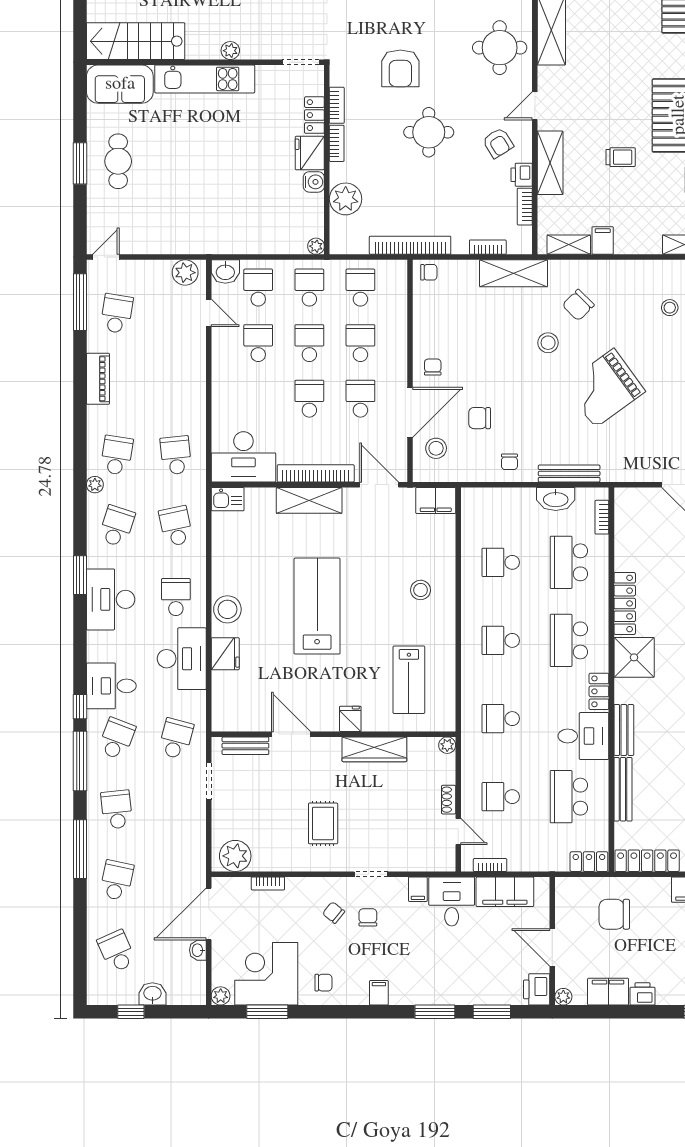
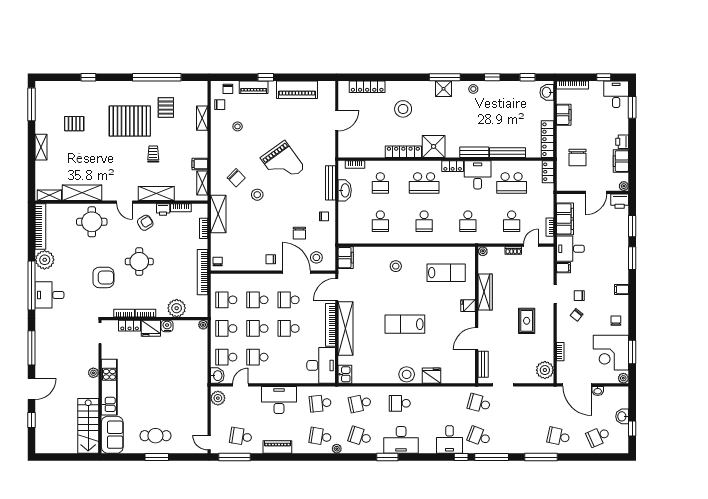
shelving: (309, 500) -> (346, 329), width x1.47
school desk: (569, 562) -> (380, 183), width x0.54
lab bench: (317, 606) -> (405, 324), width x0.73, depth x0.72
desk: (182, 659) -> (279, 400), moved
school desk: (117, 810) -> (519, 436), removed
rug: (323, 823) -> (527, 321), turned 90

